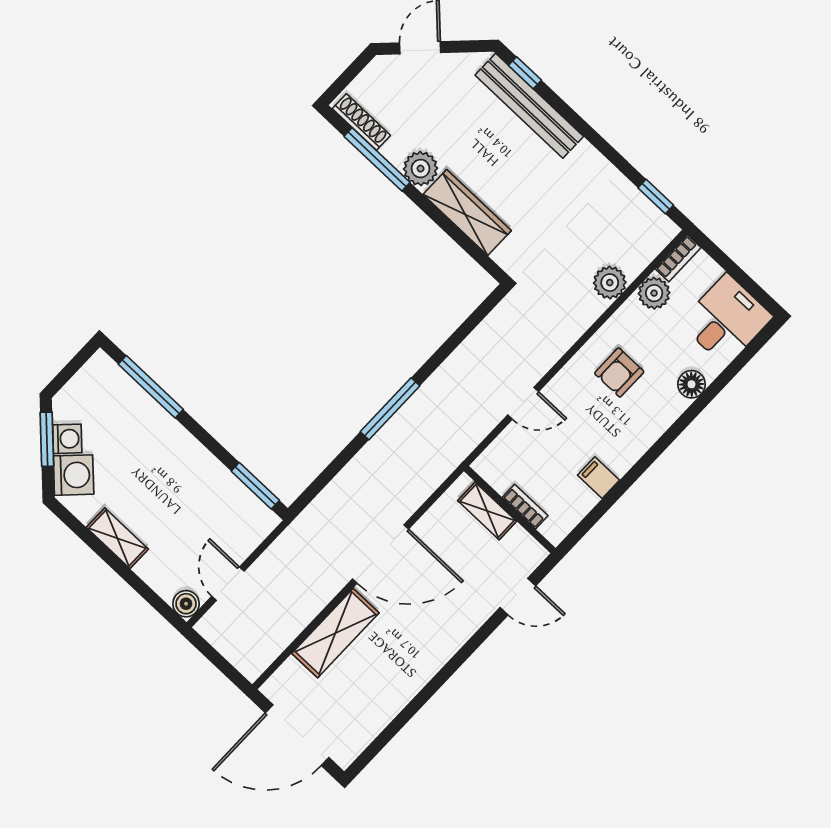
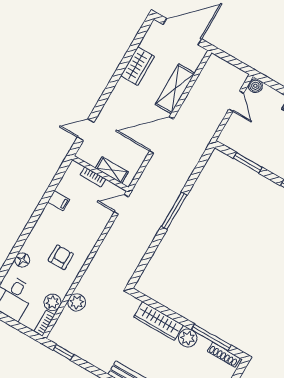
door: (523, 403) -> (121, 204), moved
window: (255, 486) -> (248, 163), moved
wardrobe: (394, 691) -> (138, 66), added

